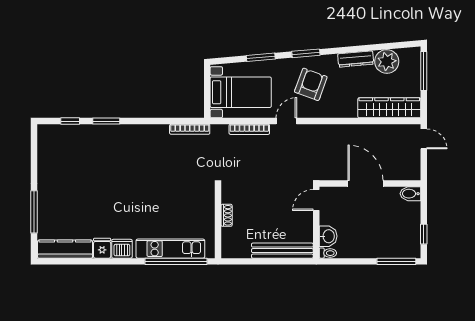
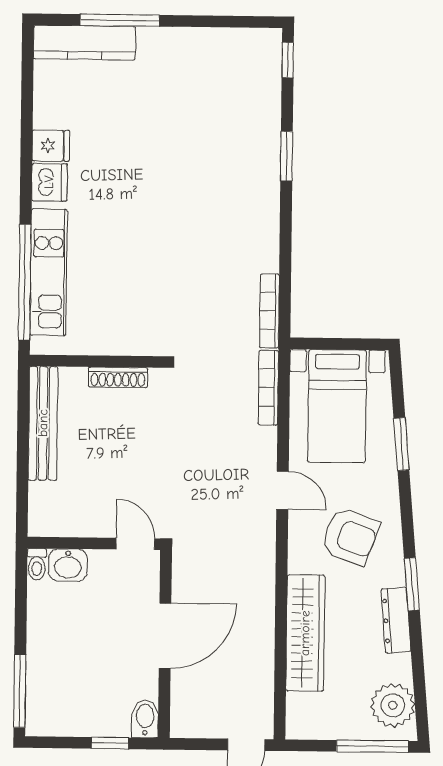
window: (306, 53) -> (412, 584), moved
plant: (387, 61) -> (393, 705), moved
wardrobe: (389, 108) -> (305, 633), moved
window: (70, 121) -> (288, 60), moved
bookcase: (249, 129) -> (268, 388), moved
shoe rack: (227, 215) -> (118, 377), width x1.43
window: (424, 234) -> (110, 743), moved
kitchen counter: (65, 249) -> (84, 43), moved, turned 90
bench: (282, 251) -> (43, 423), moved

